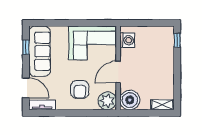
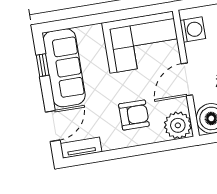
door: (26, 88) -> (53, 126), hinge flipped
armchair: (80, 89) -> (134, 115), turned -90

